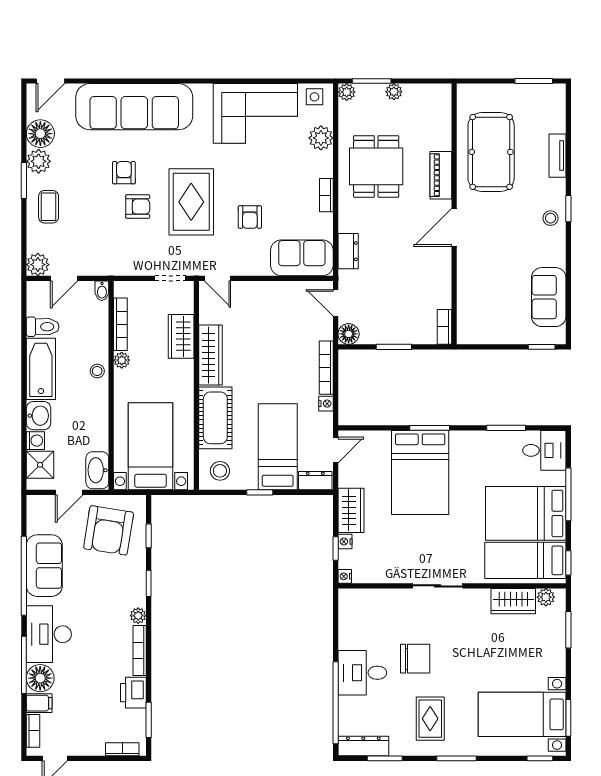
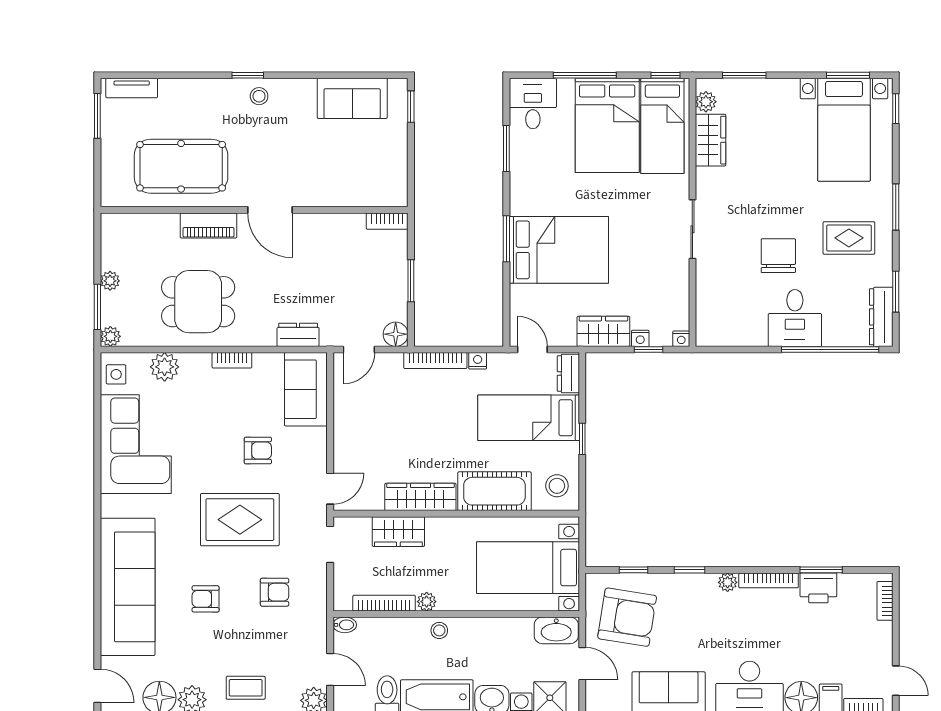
tv unit: (557, 156) -> (132, 88), moved
armchair: (138, 207) -> (275, 592), moved, turned 90
window: (149, 720) -> (821, 570), moved

